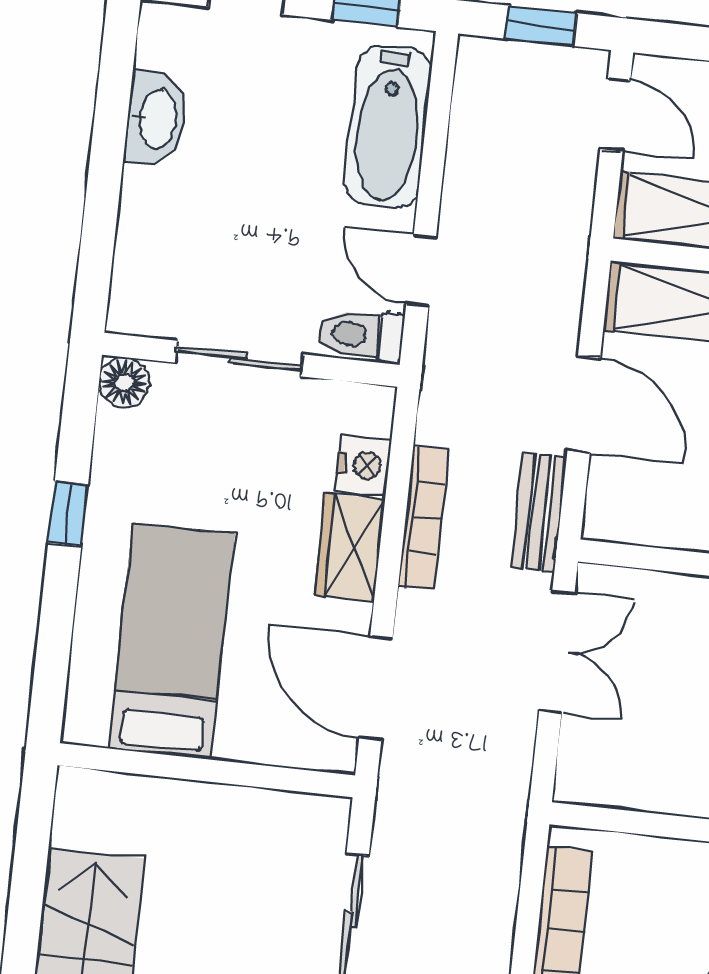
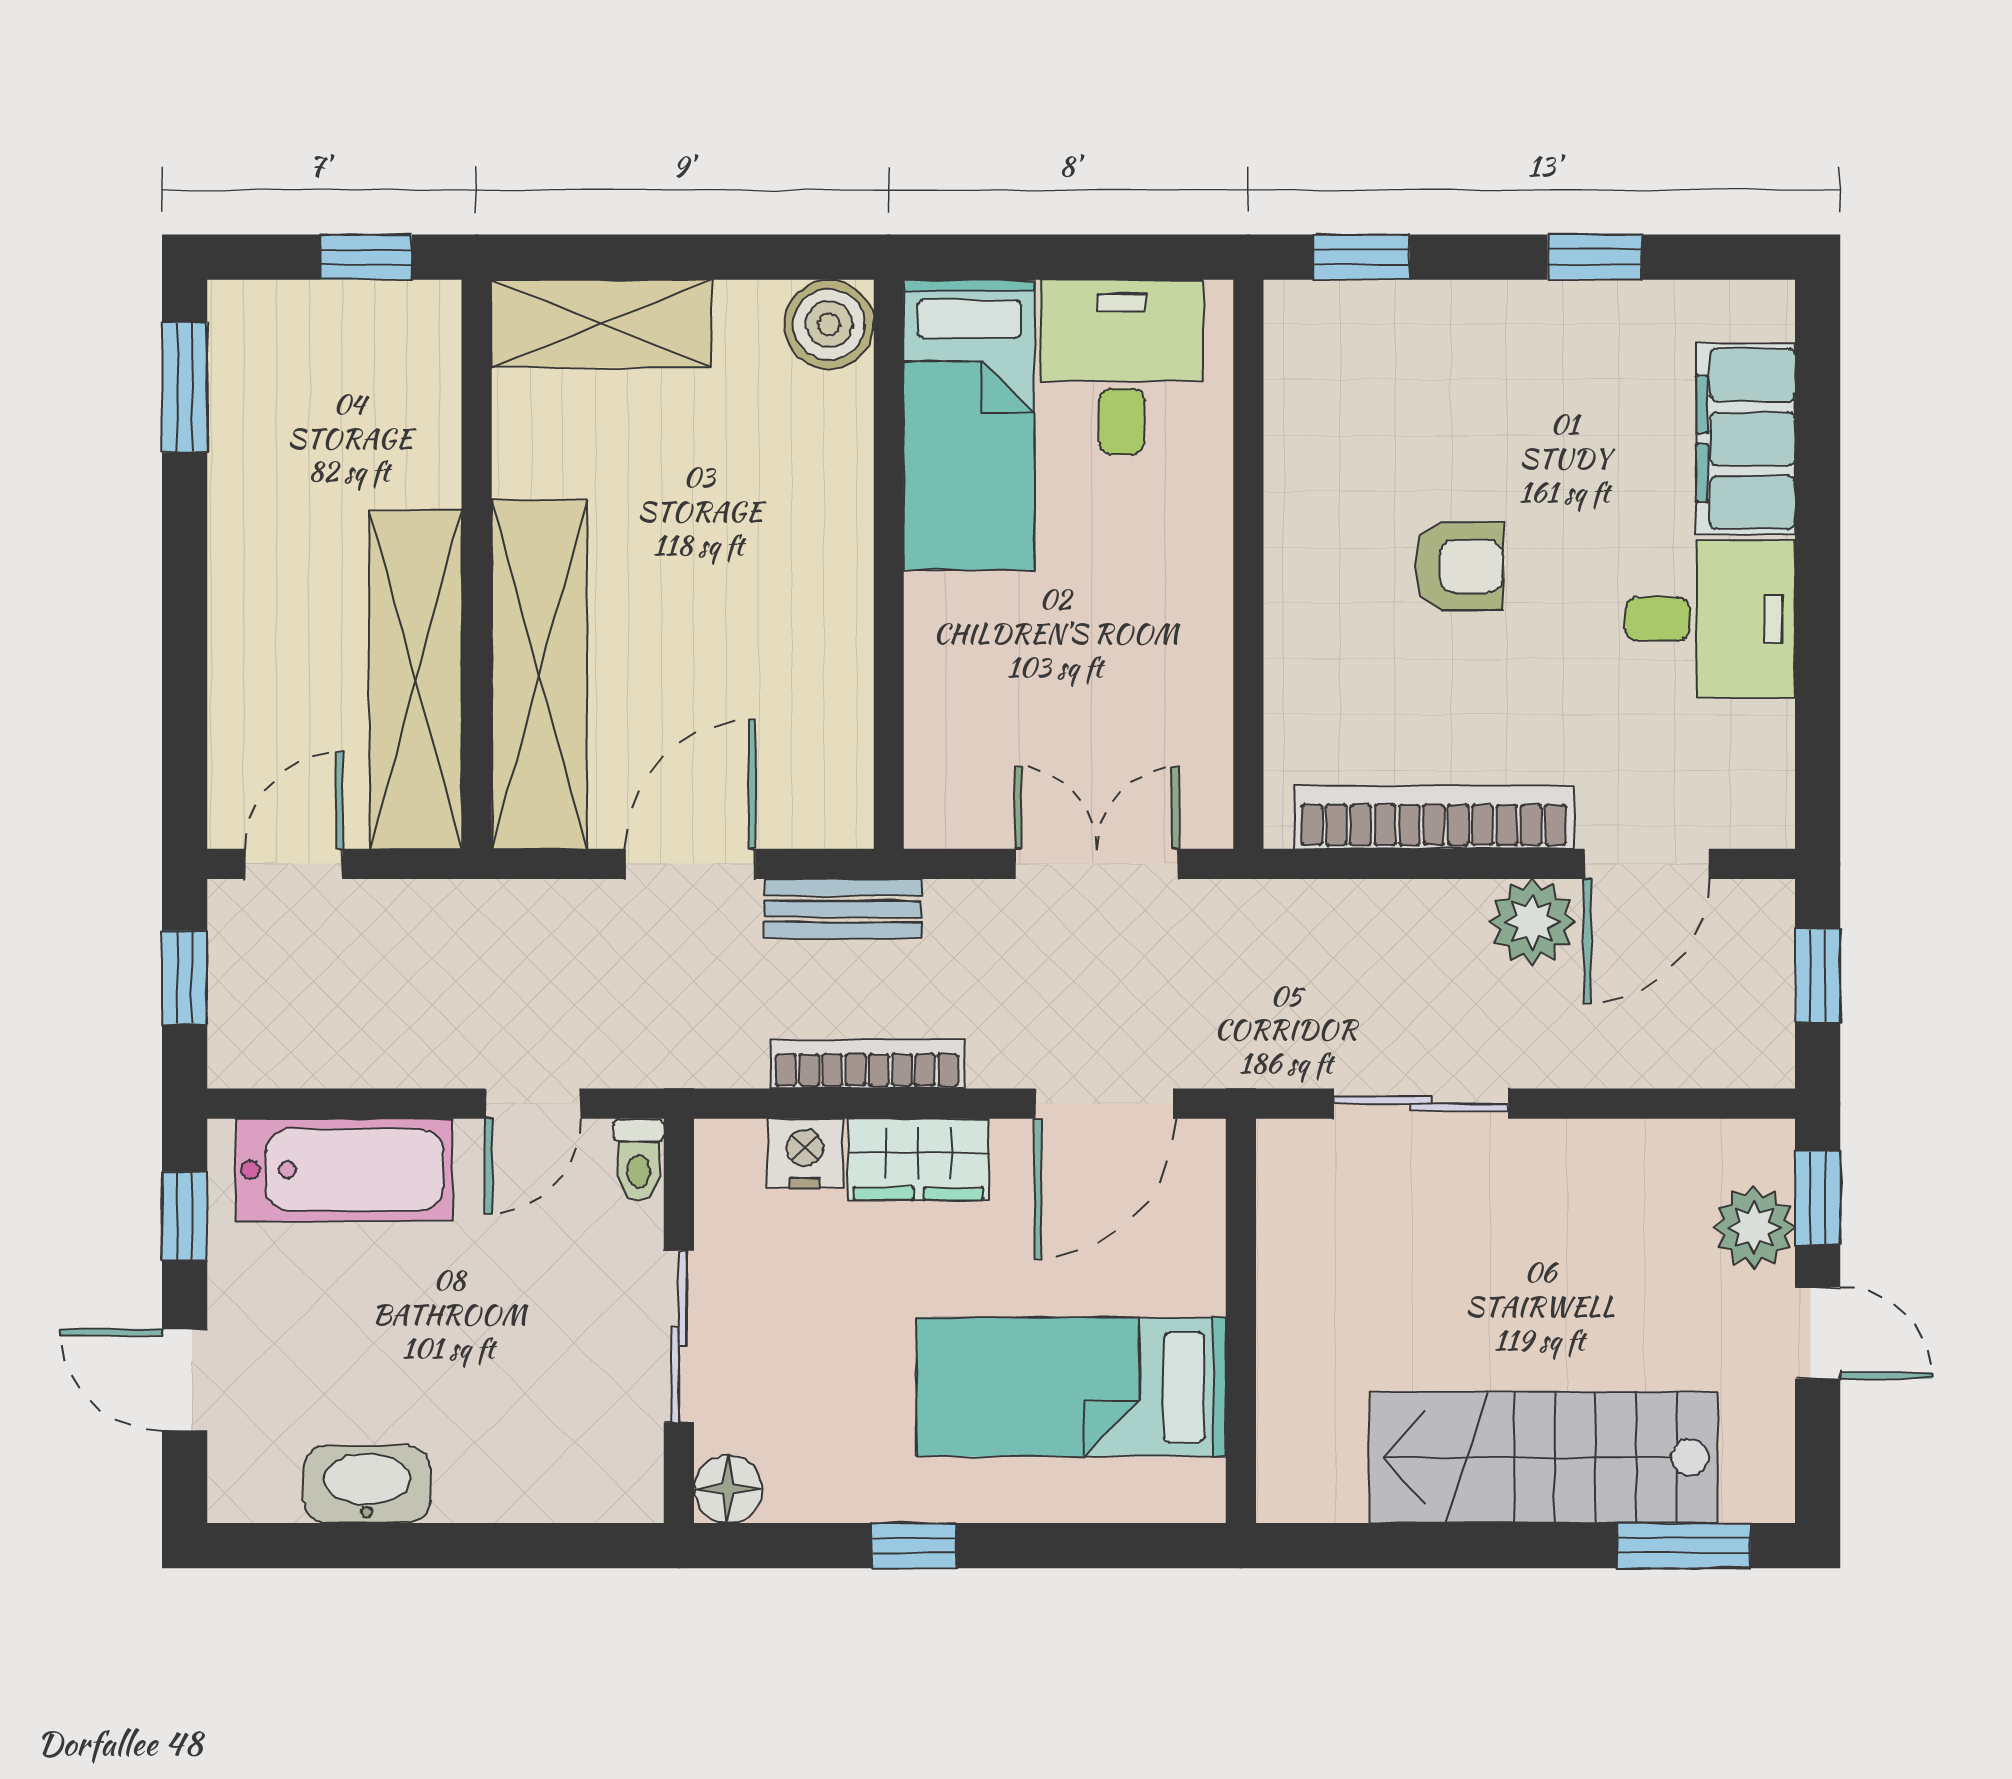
toilet: (361, 335) -> (639, 1160), width x0.73, depth x0.72
double door: (557, 652) -> (1097, 864), moved

